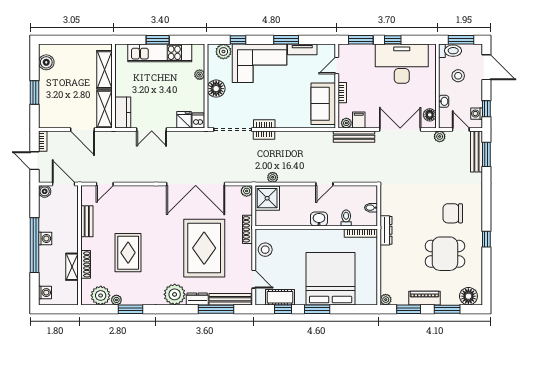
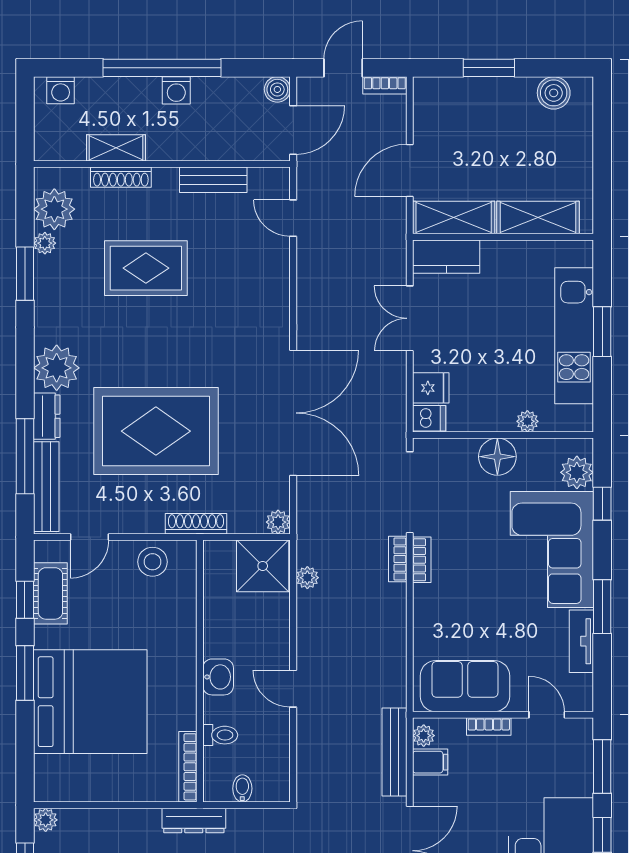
double door: (196, 184) -> (293, 413), swing flipped

